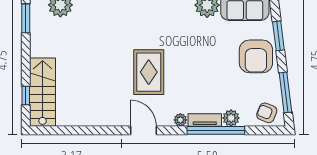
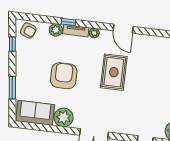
armchair: (256, 56) -> (64, 76), moved
window: (285, 92) -> (12, 44), width x0.46
window: (216, 130) -> (68, 22), width x0.32

